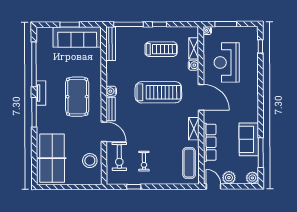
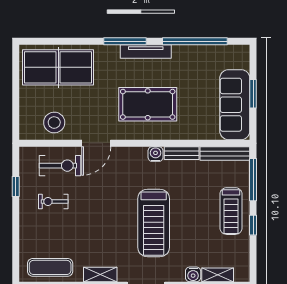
treadmill: (161, 49) -> (231, 211), moved
tv unit: (41, 93) -> (146, 51), width x1.41
bench: (111, 109) -> (182, 153), moved
exercise bike: (119, 157) -> (60, 166), turned 180

